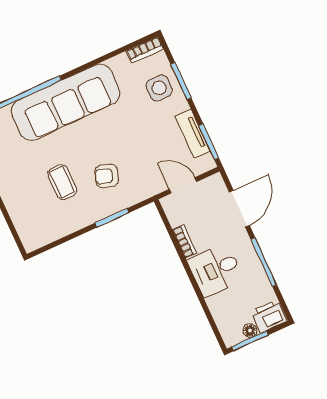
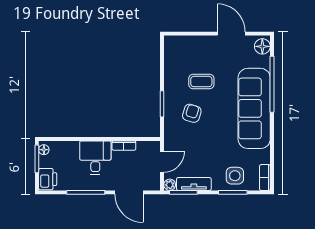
plant: (207, 163) -> (170, 185), added
floor lamp: (250, 331) -> (44, 150), moved

